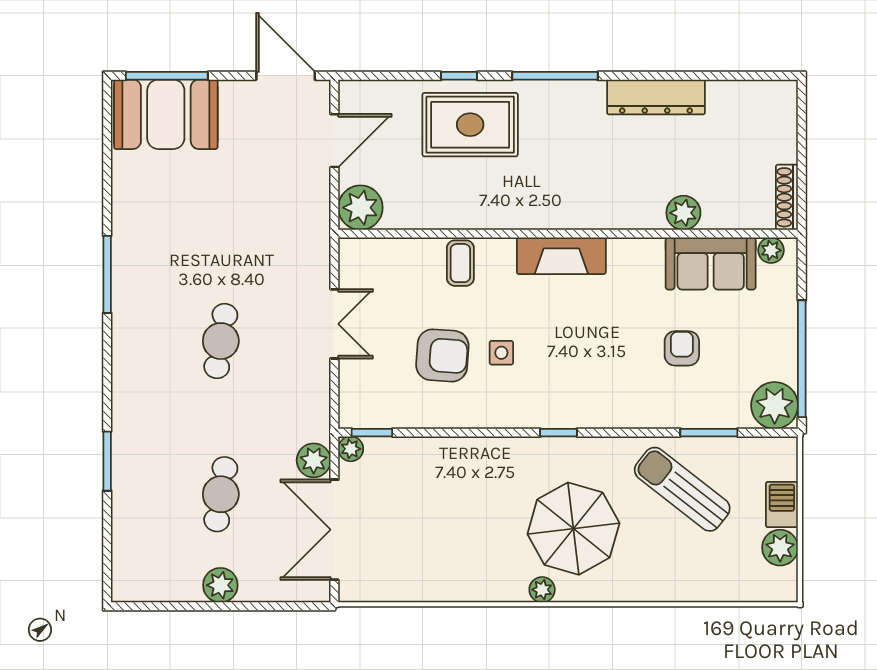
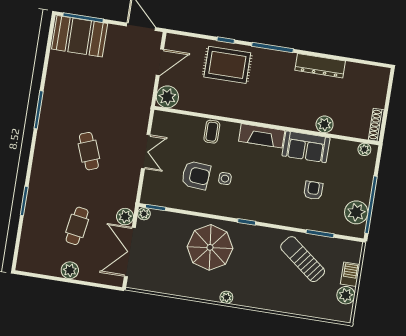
sofa: (711, 263) -> (306, 147), moved
cafe table: (221, 341) -> (89, 151), turned -30
plant: (775, 405) -> (356, 212), moved
parasol: (573, 529) -> (210, 247), moved

